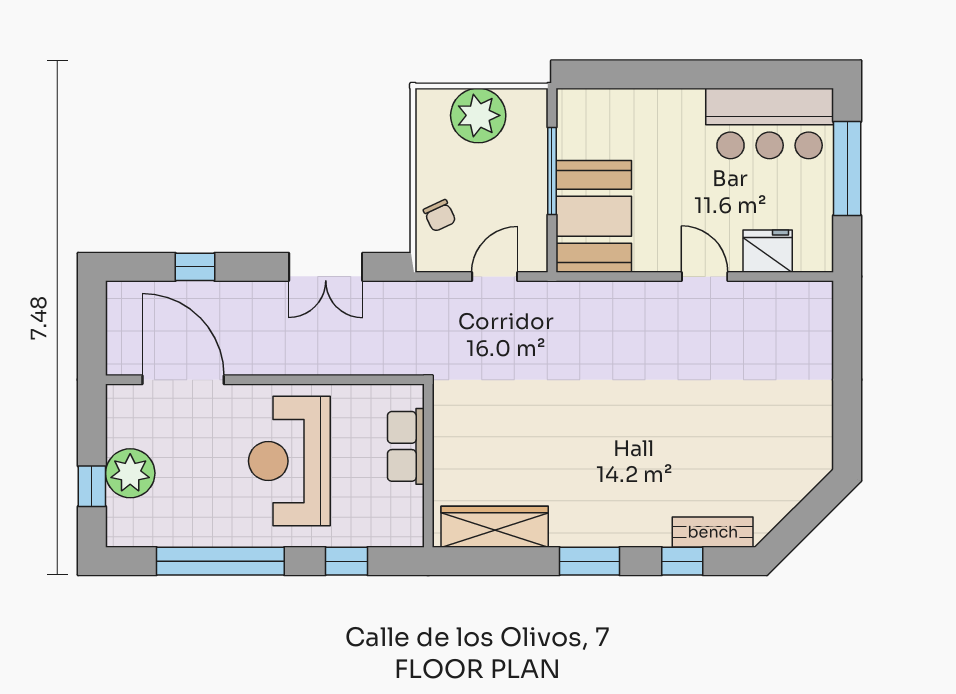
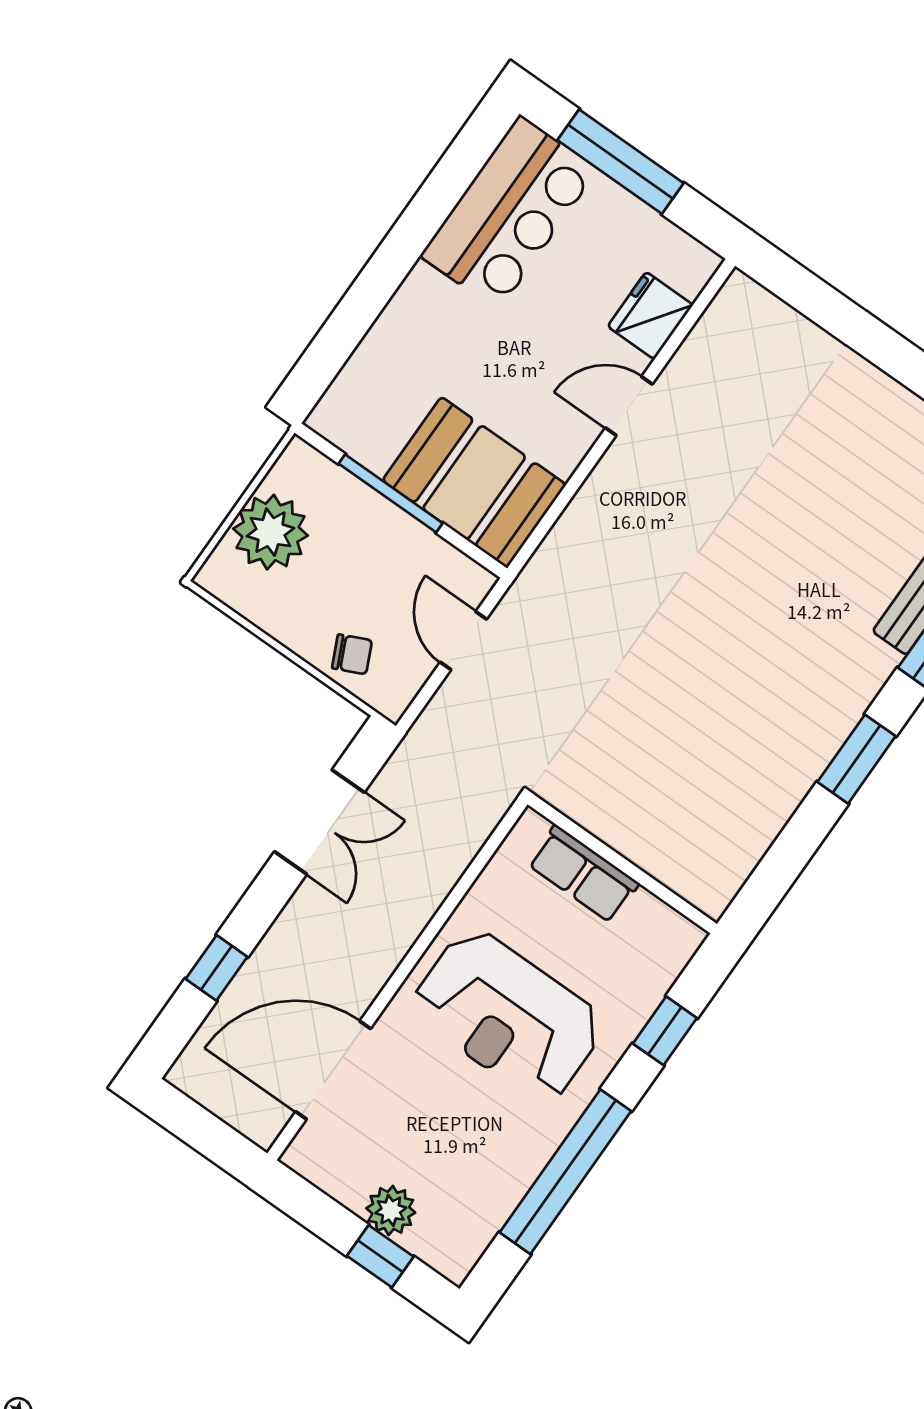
plant: (130, 473) -> (391, 1210), width x0.73, depth x0.73
wardrobe: (495, 527) -> (743, 838), removed

